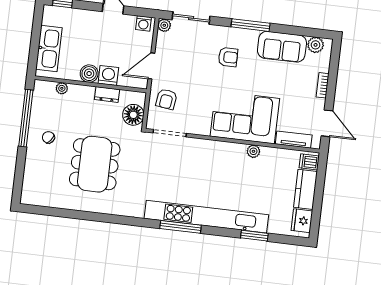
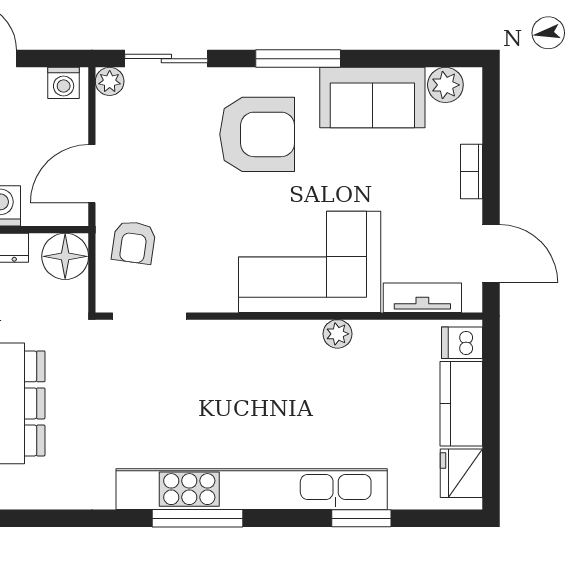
armchair: (228, 57) -> (257, 134), width x1.88, depth x1.88
floor lamp: (133, 115) -> (65, 256), moved

